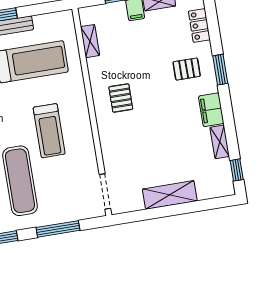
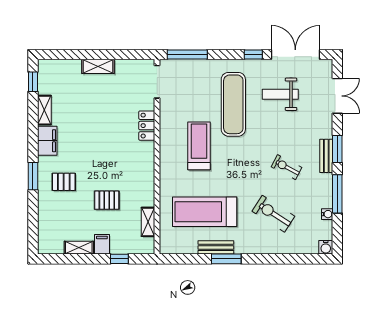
locker: (199, 25) -> (147, 126), moved, turned 180
pallet: (121, 98) -> (107, 200), moved, turned 90
shelving: (170, 195) -> (98, 66), width x0.67, depth x0.75
window: (58, 229) -> (187, 54), moved

